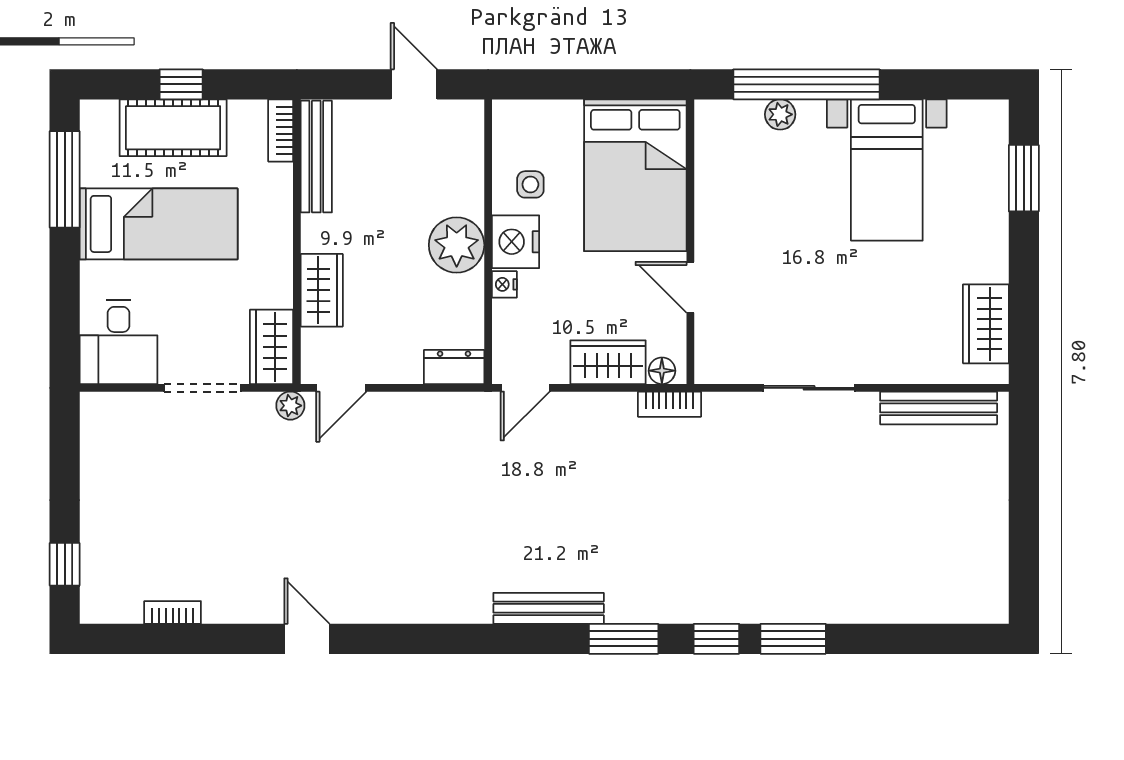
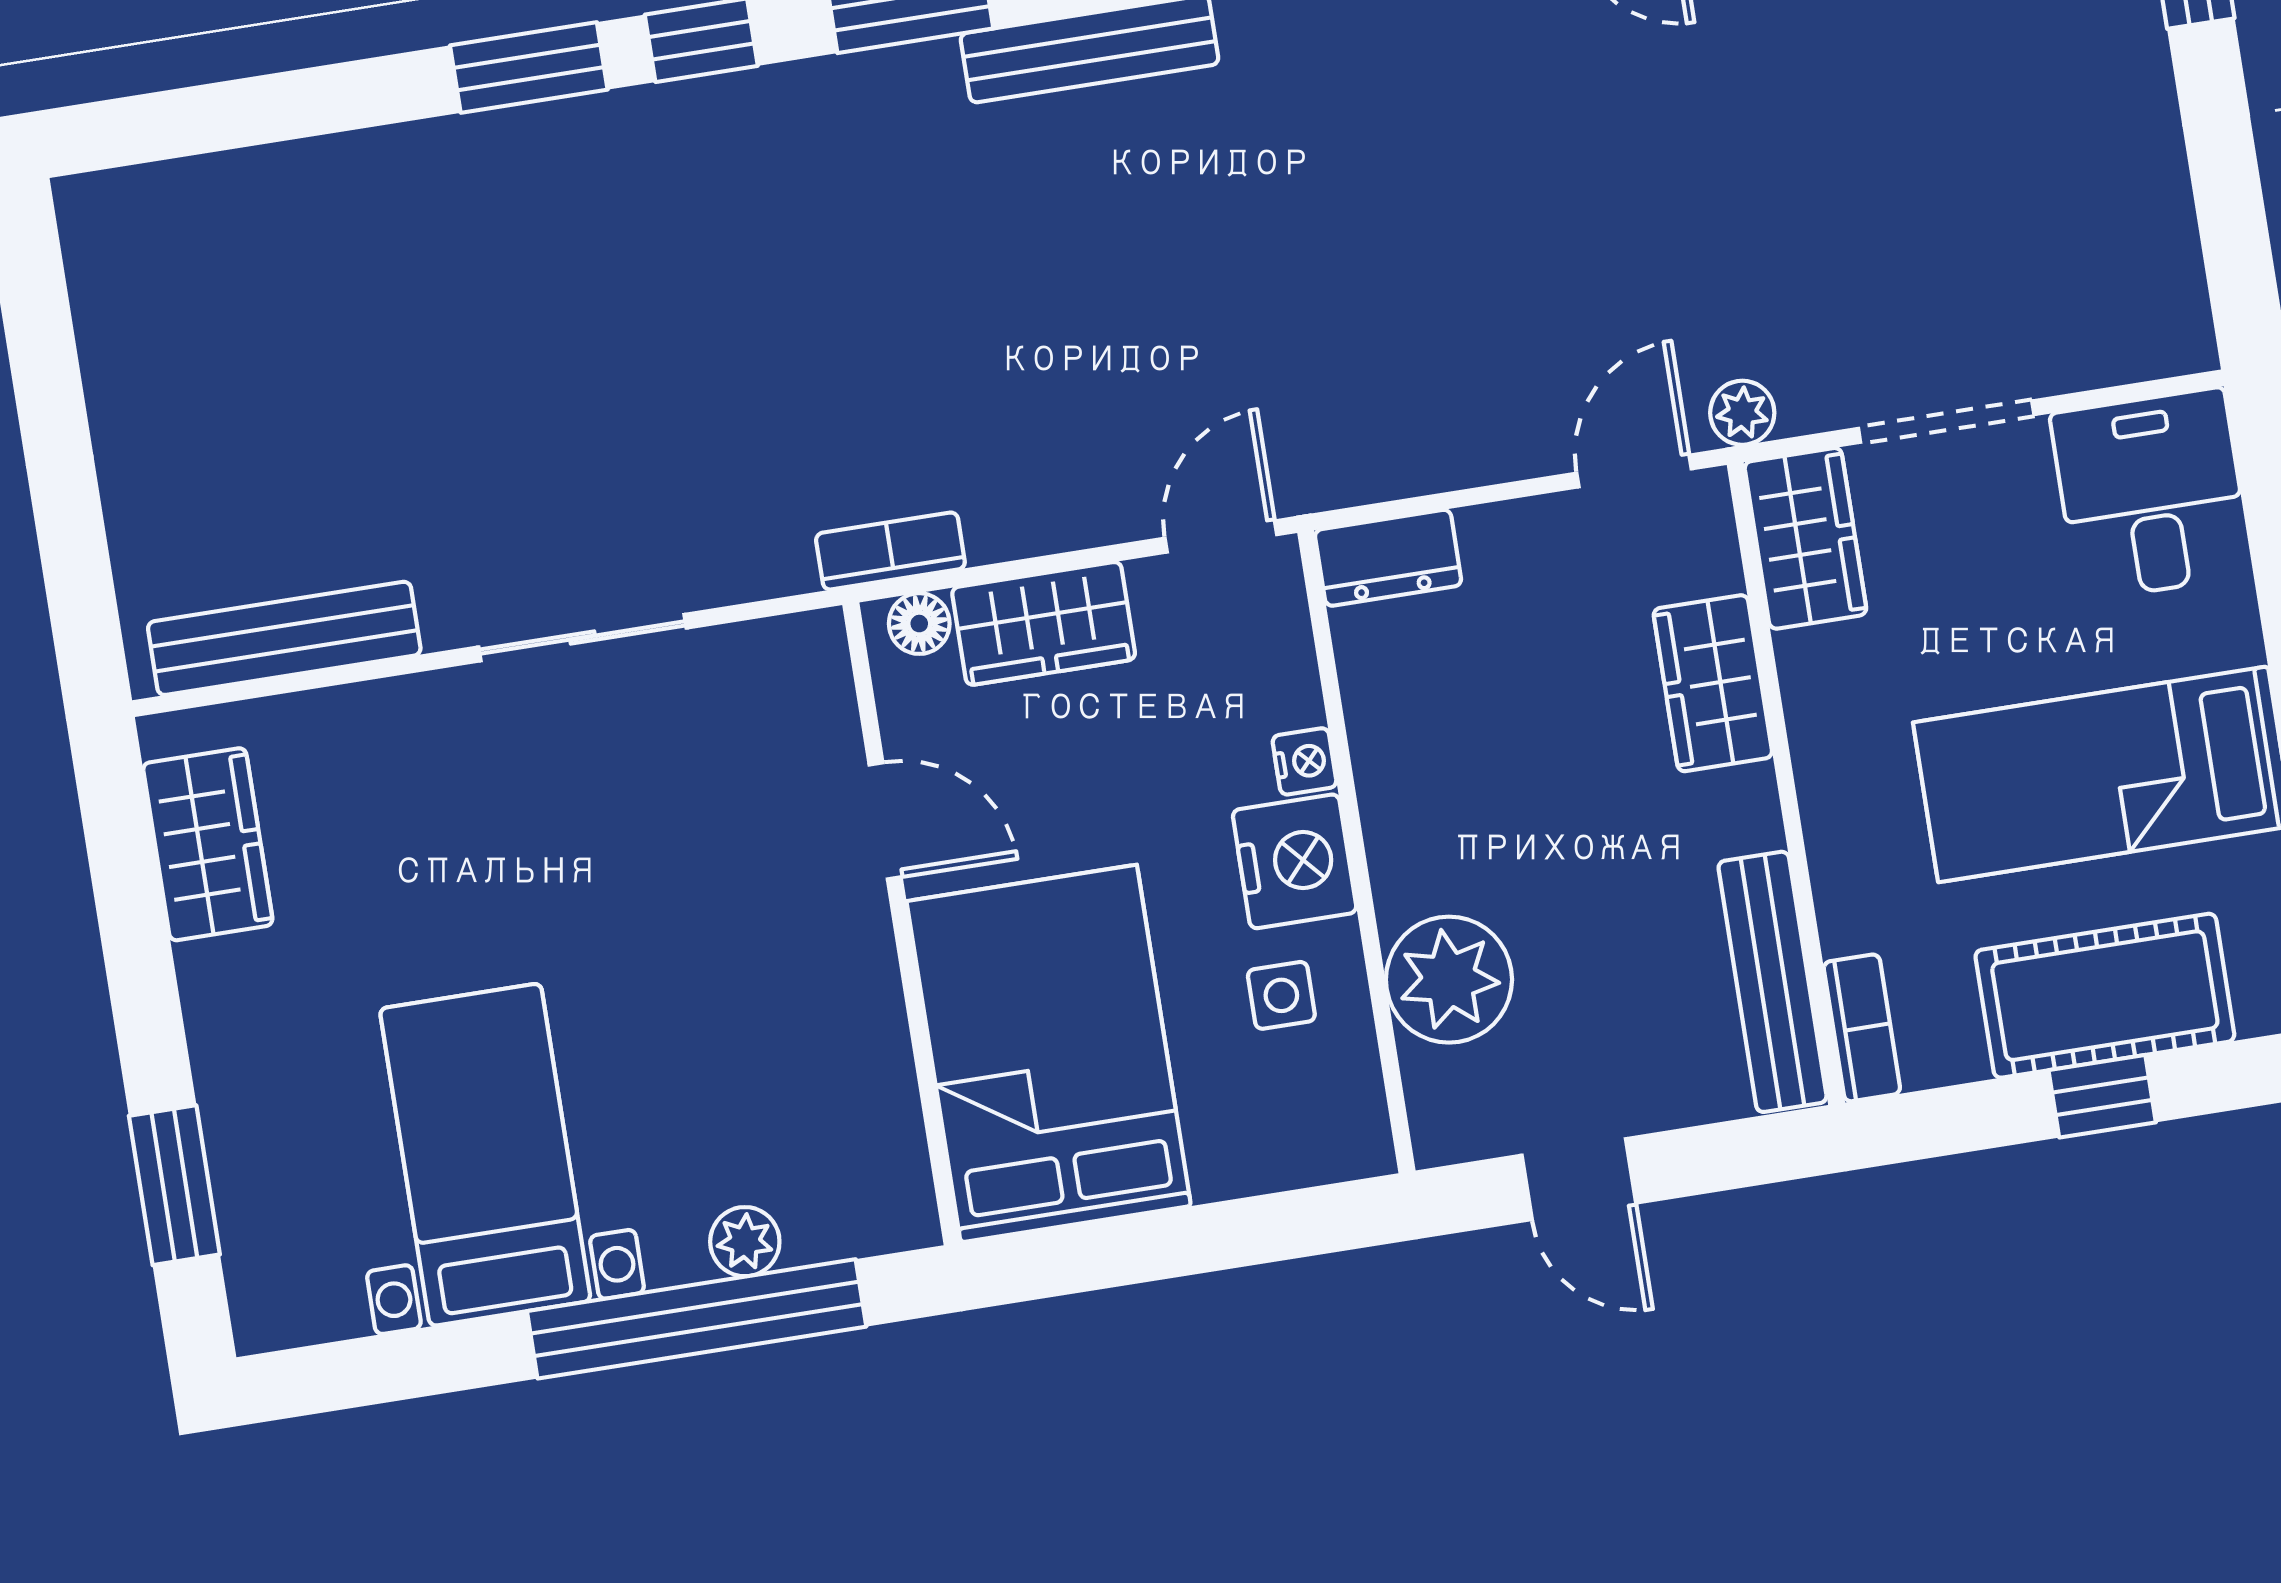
plant: (457, 245) -> (1449, 980), moved

